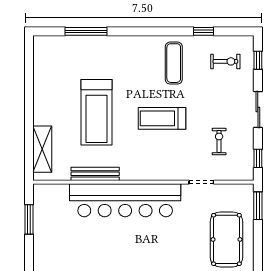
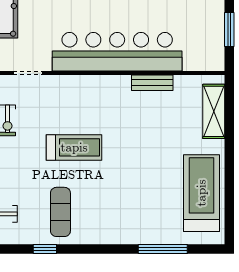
window: (204, 31) -> (45, 249), moved
treadmill: (97, 112) -> (201, 193), moved
bench: (95, 174) -> (152, 83), width x0.73

